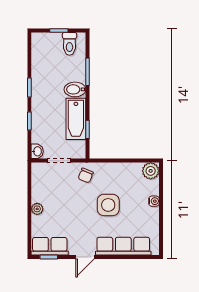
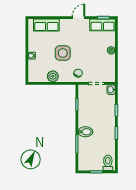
toilet: (69, 44) -> (108, 163), moved
bathtub: (76, 119) -> (85, 112), removed
plant: (151, 171) -> (53, 76), moved
row of seats: (123, 246) -> (46, 25), width x0.68

